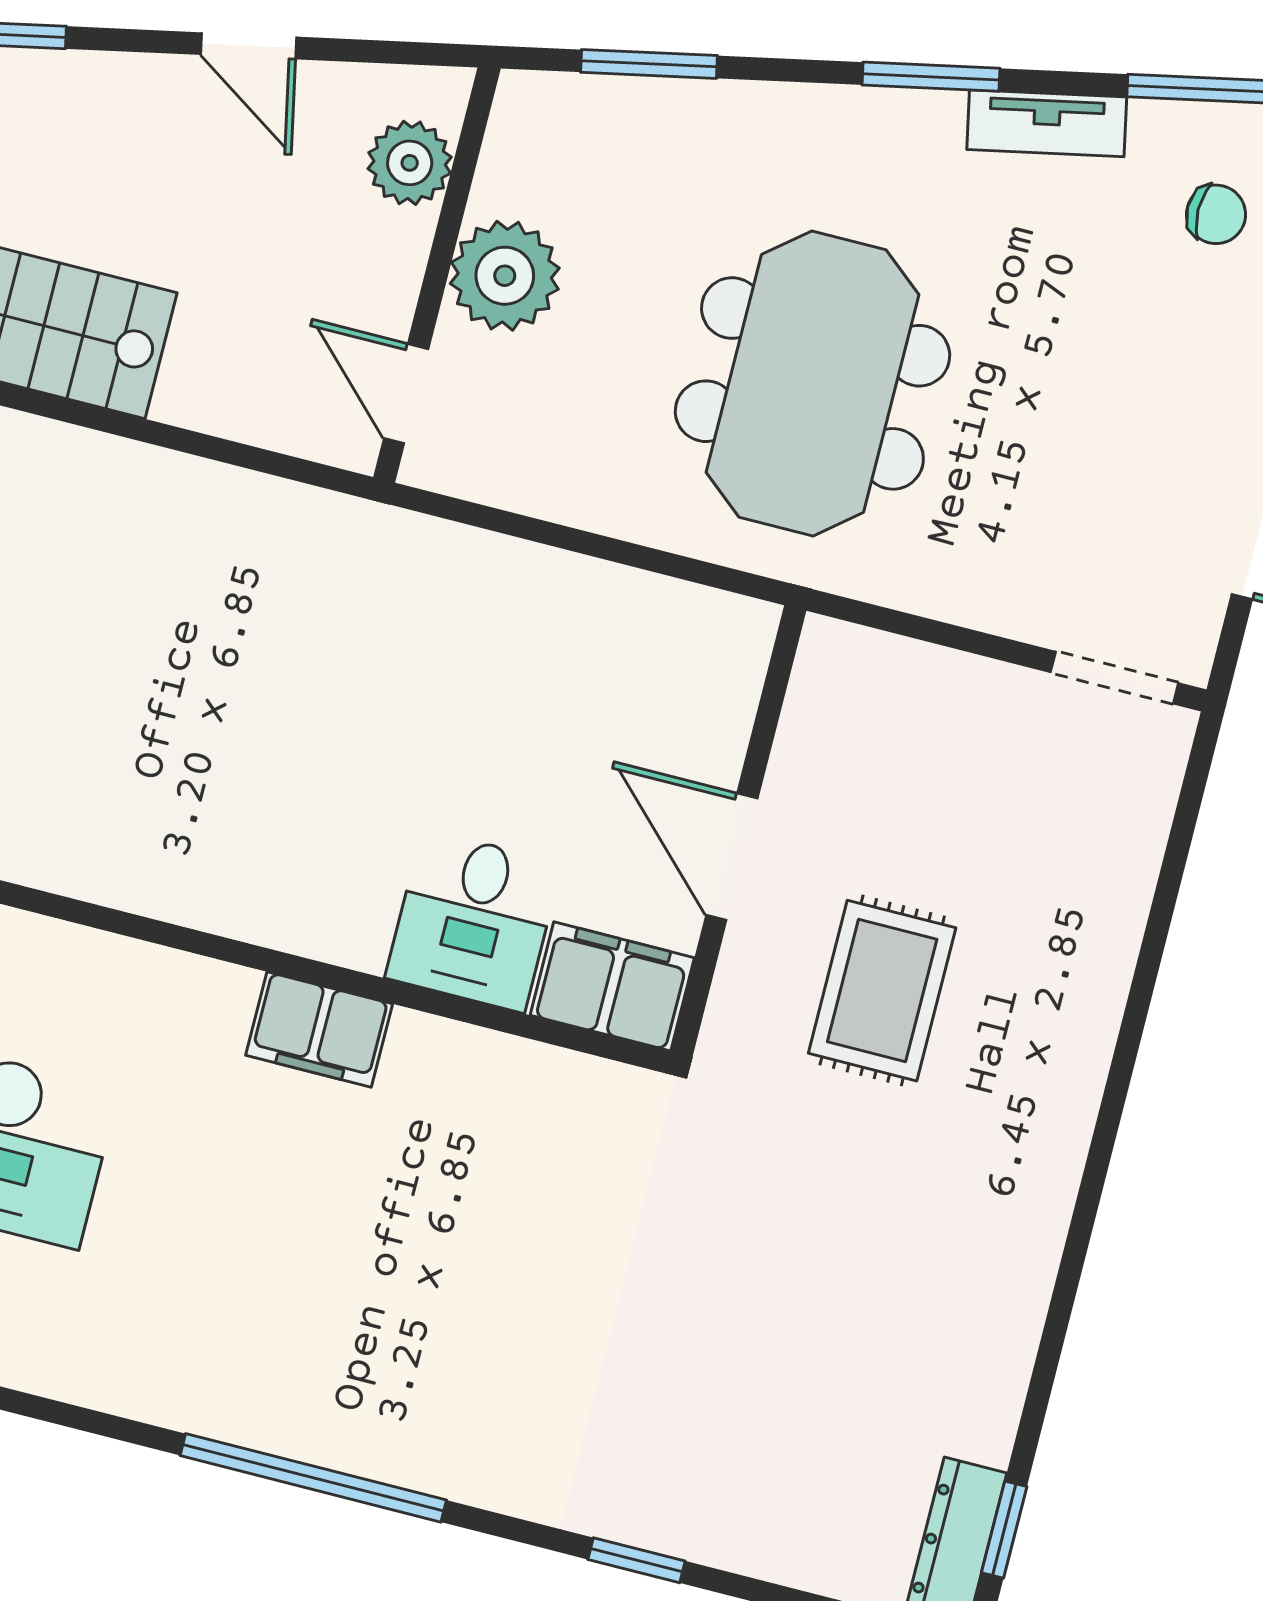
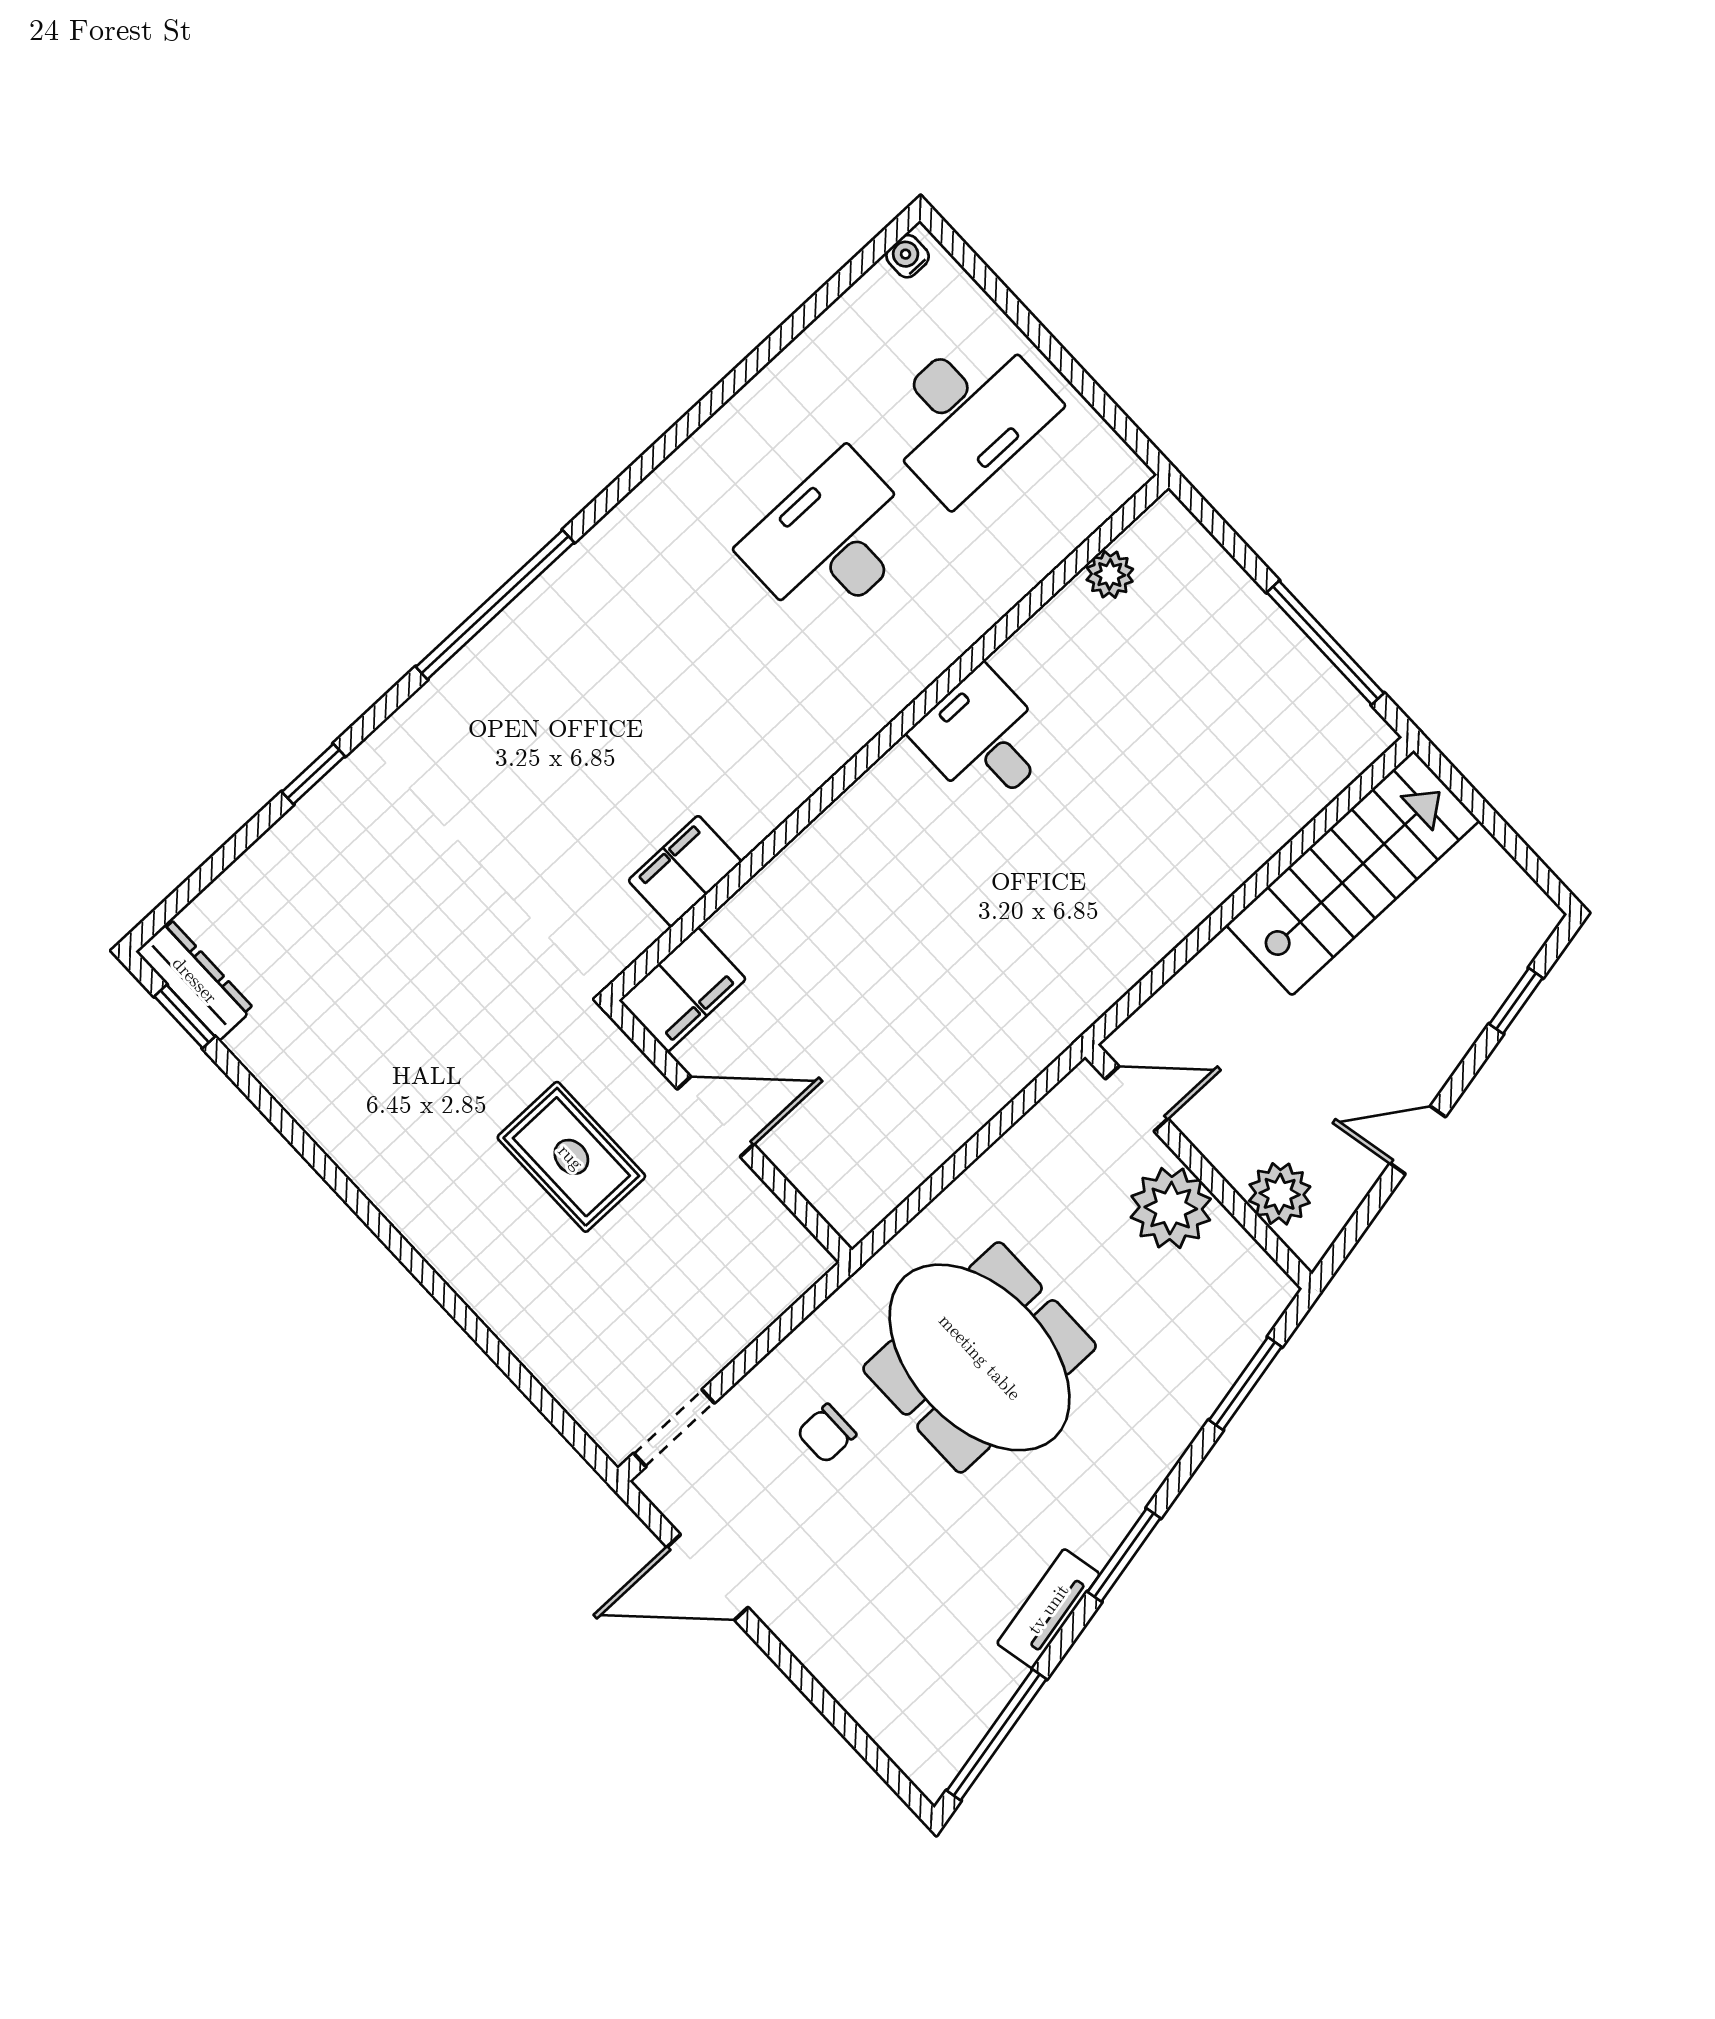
chair: (1216, 214) -> (827, 1433), moved
desk: (474, 921) -> (983, 739), moved
filing cabinet: (319, 1030) -> (685, 871), moved

